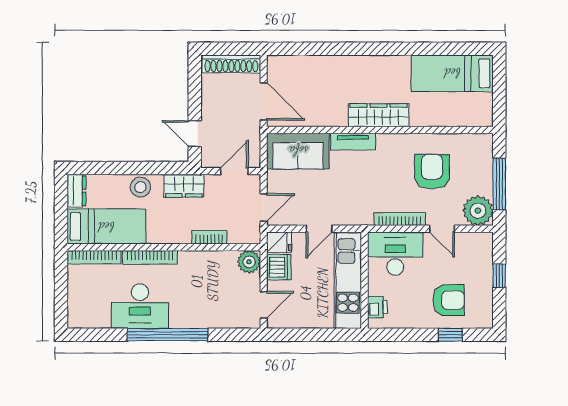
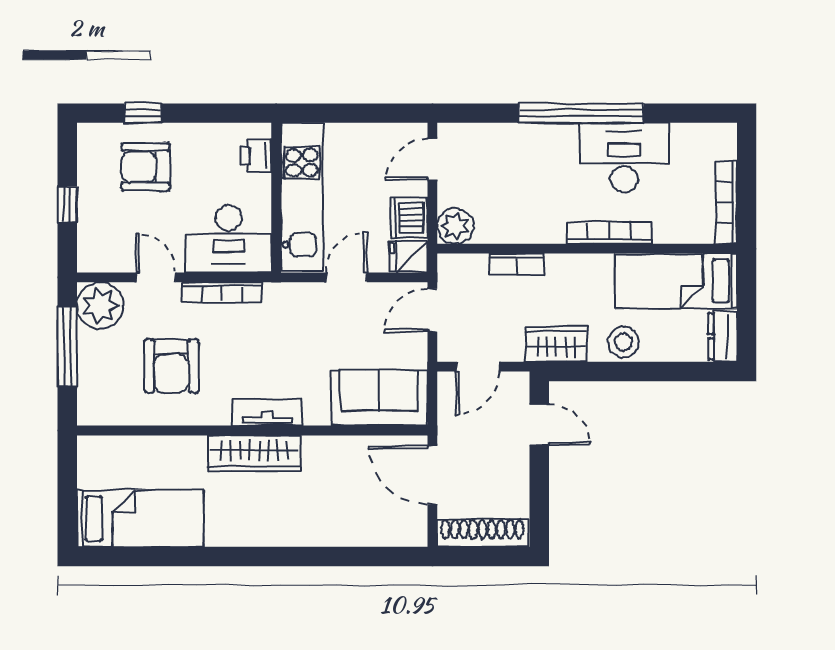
tv unit: (353, 142) -> (267, 412), moved
bookcase: (94, 257) -> (726, 202), moved, turned -90

